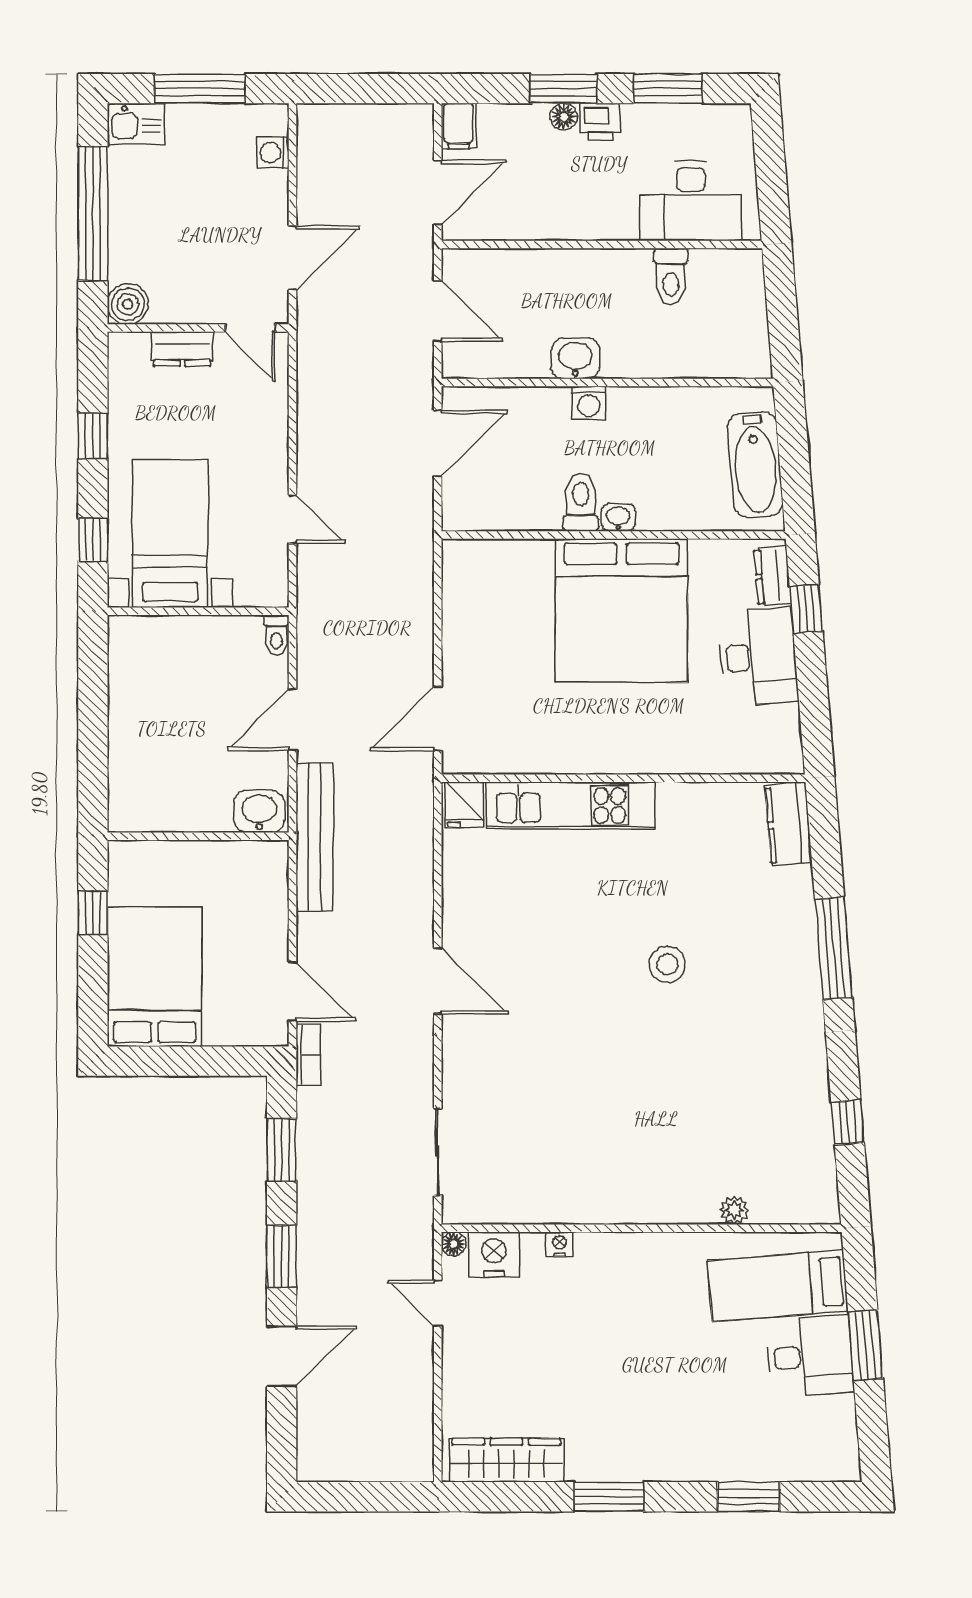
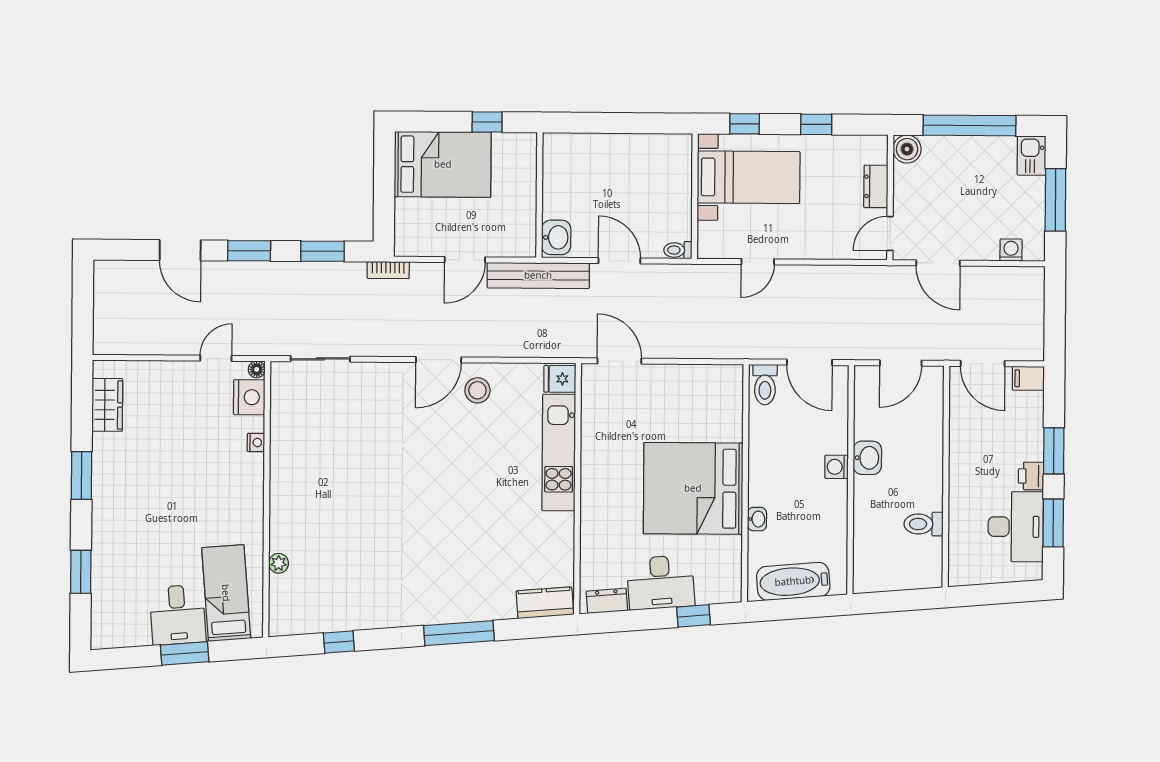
floor lamp: (564, 117) -> (1034, 451), removed
desk: (691, 201) -> (1016, 527), moved, turned 180
toilet: (581, 502) -> (765, 385), moved, turned 90
washbasin: (618, 518) -> (757, 519), moved
dresser: (773, 576) -> (607, 601), moved
stool: (667, 964) -> (477, 390), moved
door: (293, 991) -> (465, 260), moved
wardrobe: (506, 1460) -> (107, 405), width x0.67

